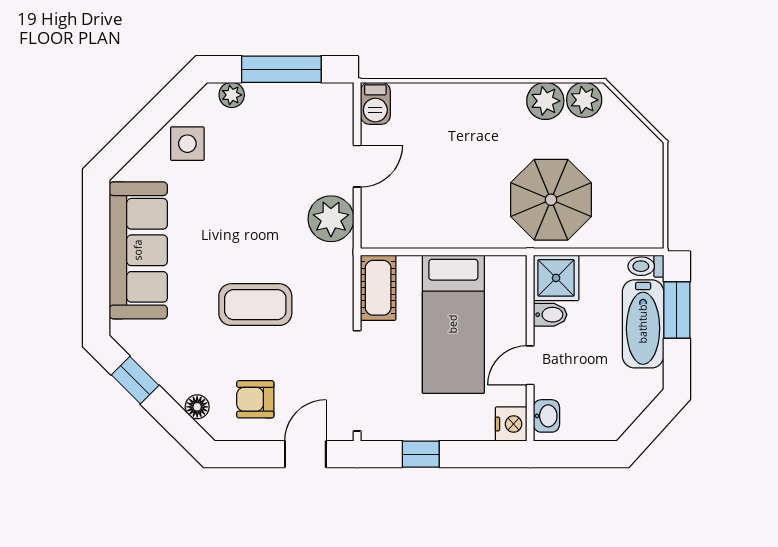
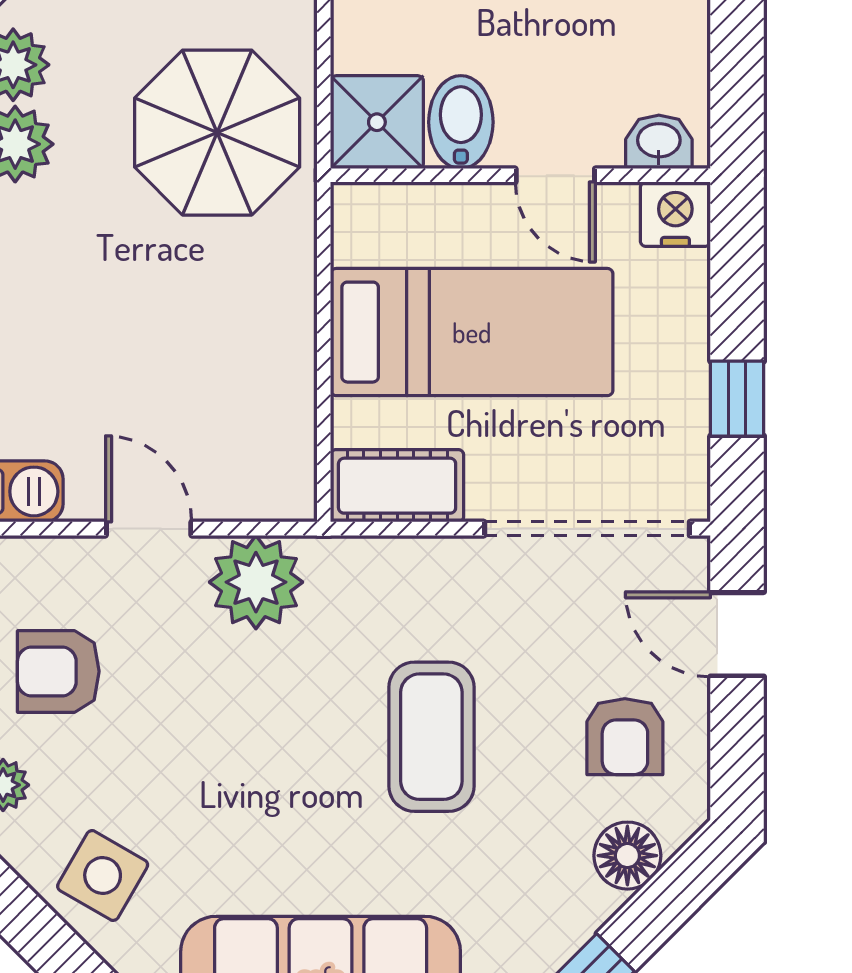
armchair: (287, 122) -> (58, 671), added
side table: (187, 144) -> (103, 876), turned 30
bidet: (550, 315) -> (461, 122), width x1.38, depth x1.36
floor lamp: (197, 407) -> (627, 856), width x1.37, depth x1.37

